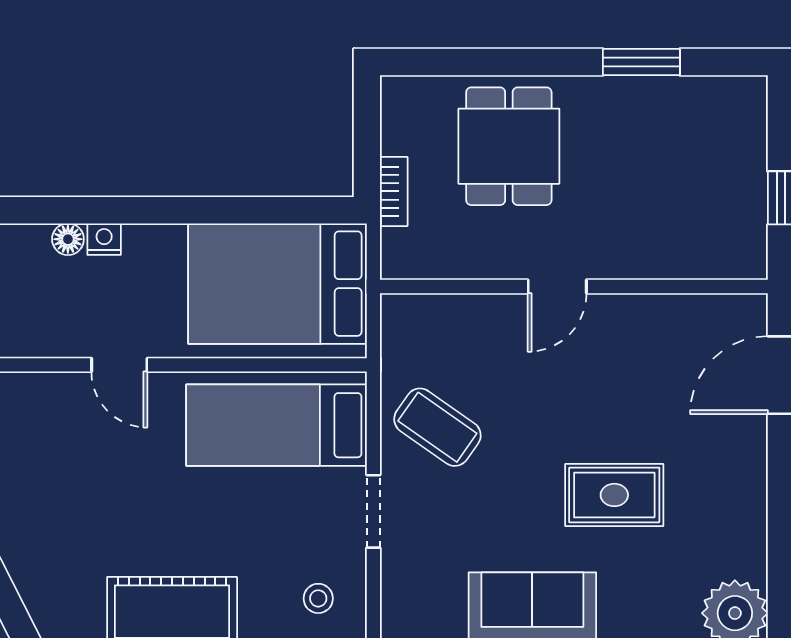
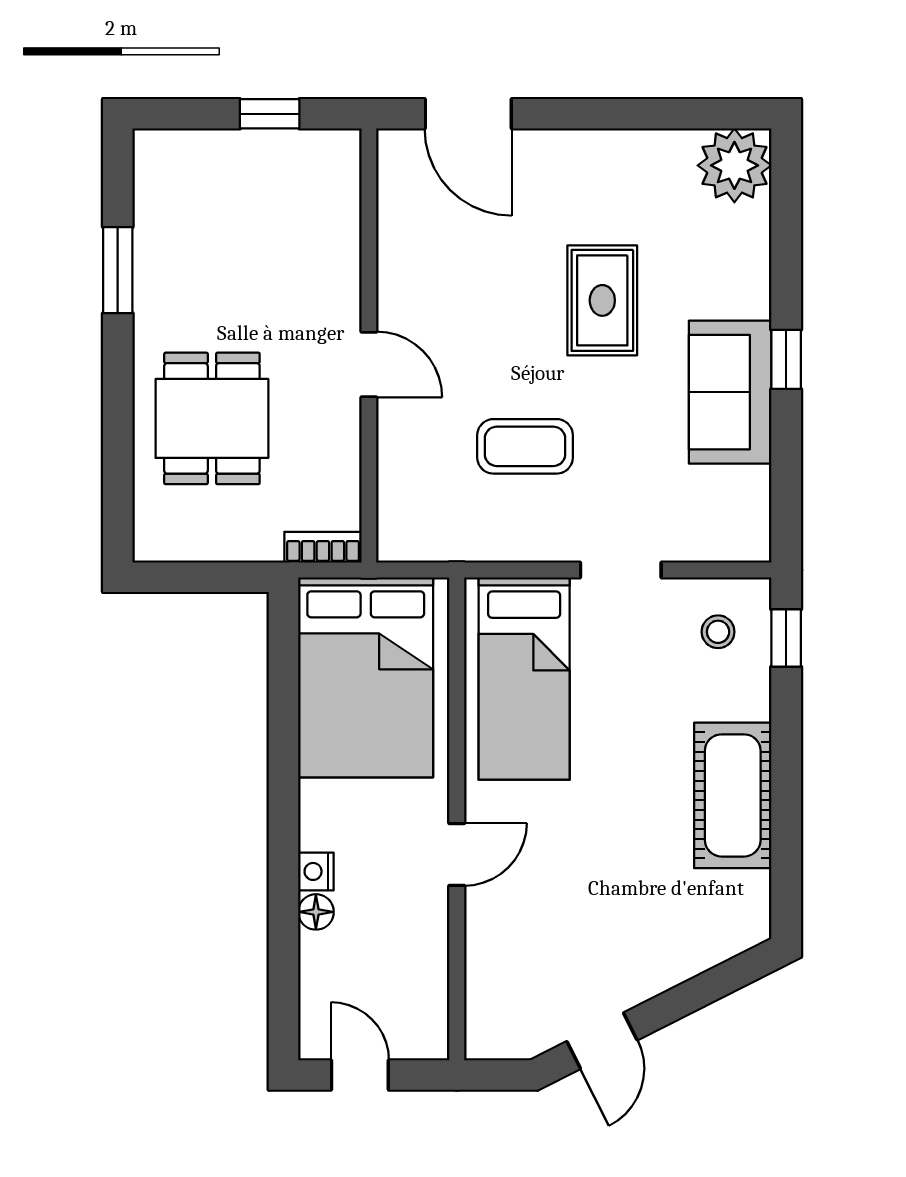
dining table: (509, 146) -> (212, 418), turned 90
bookcase: (394, 191) -> (323, 547), moved
coffee table: (437, 427) -> (525, 446), moved, turned 55

